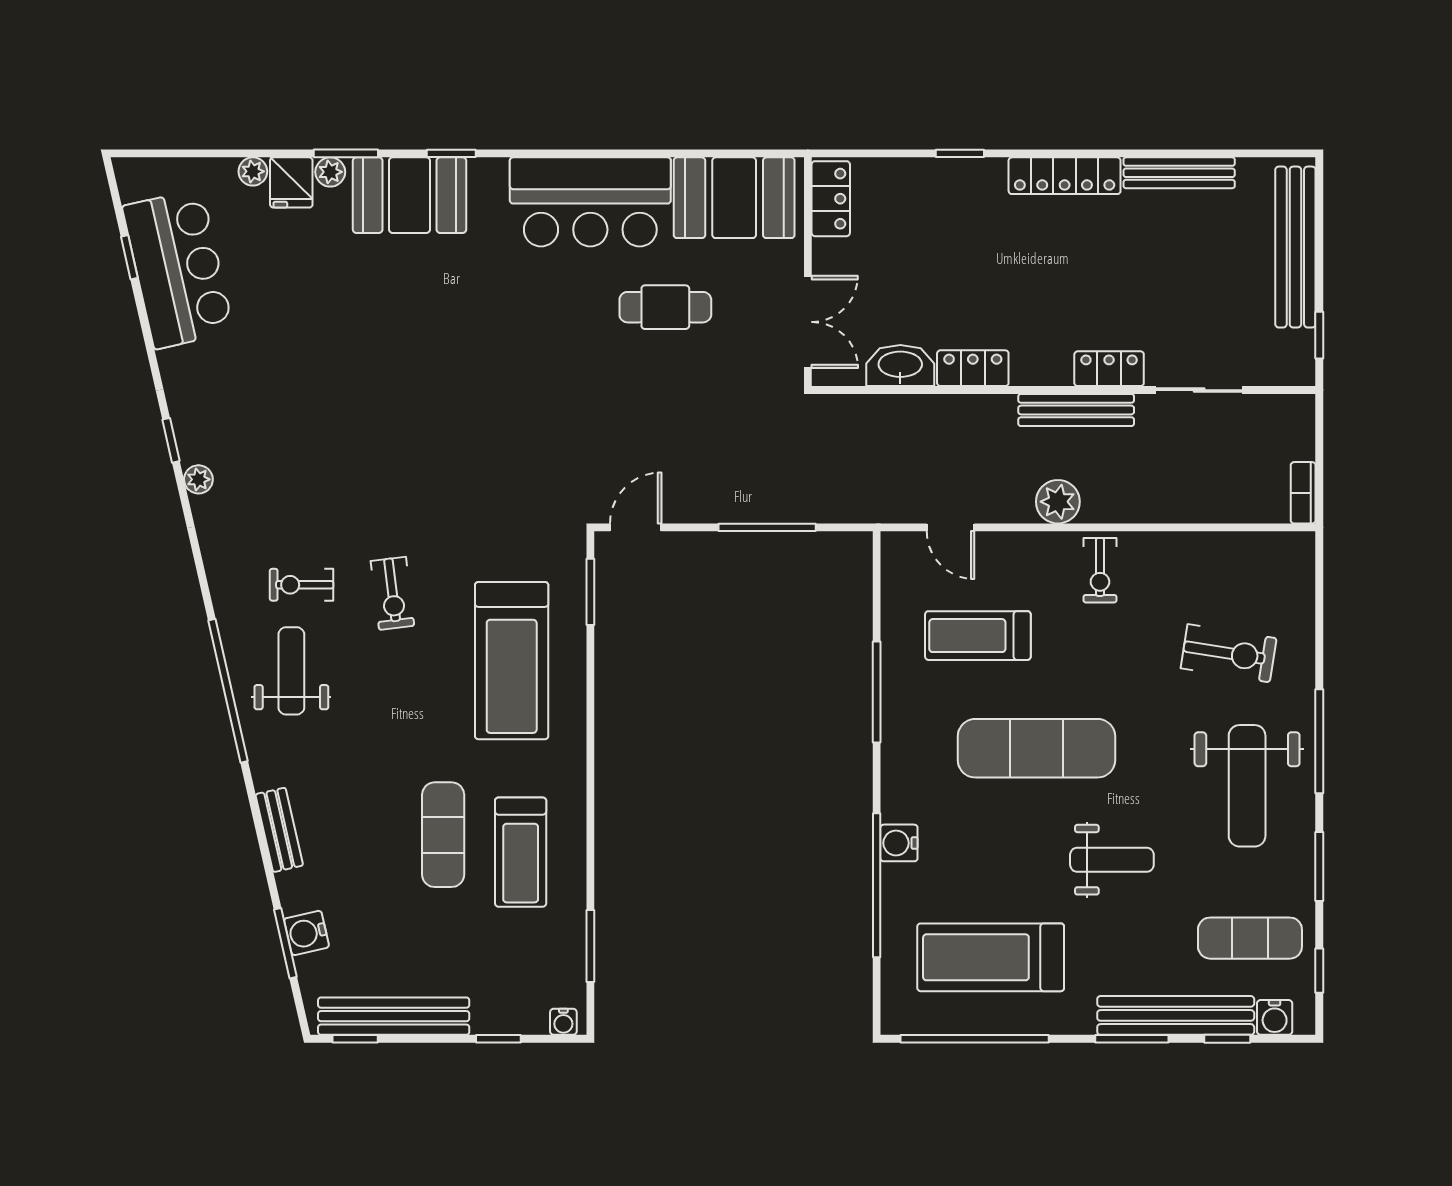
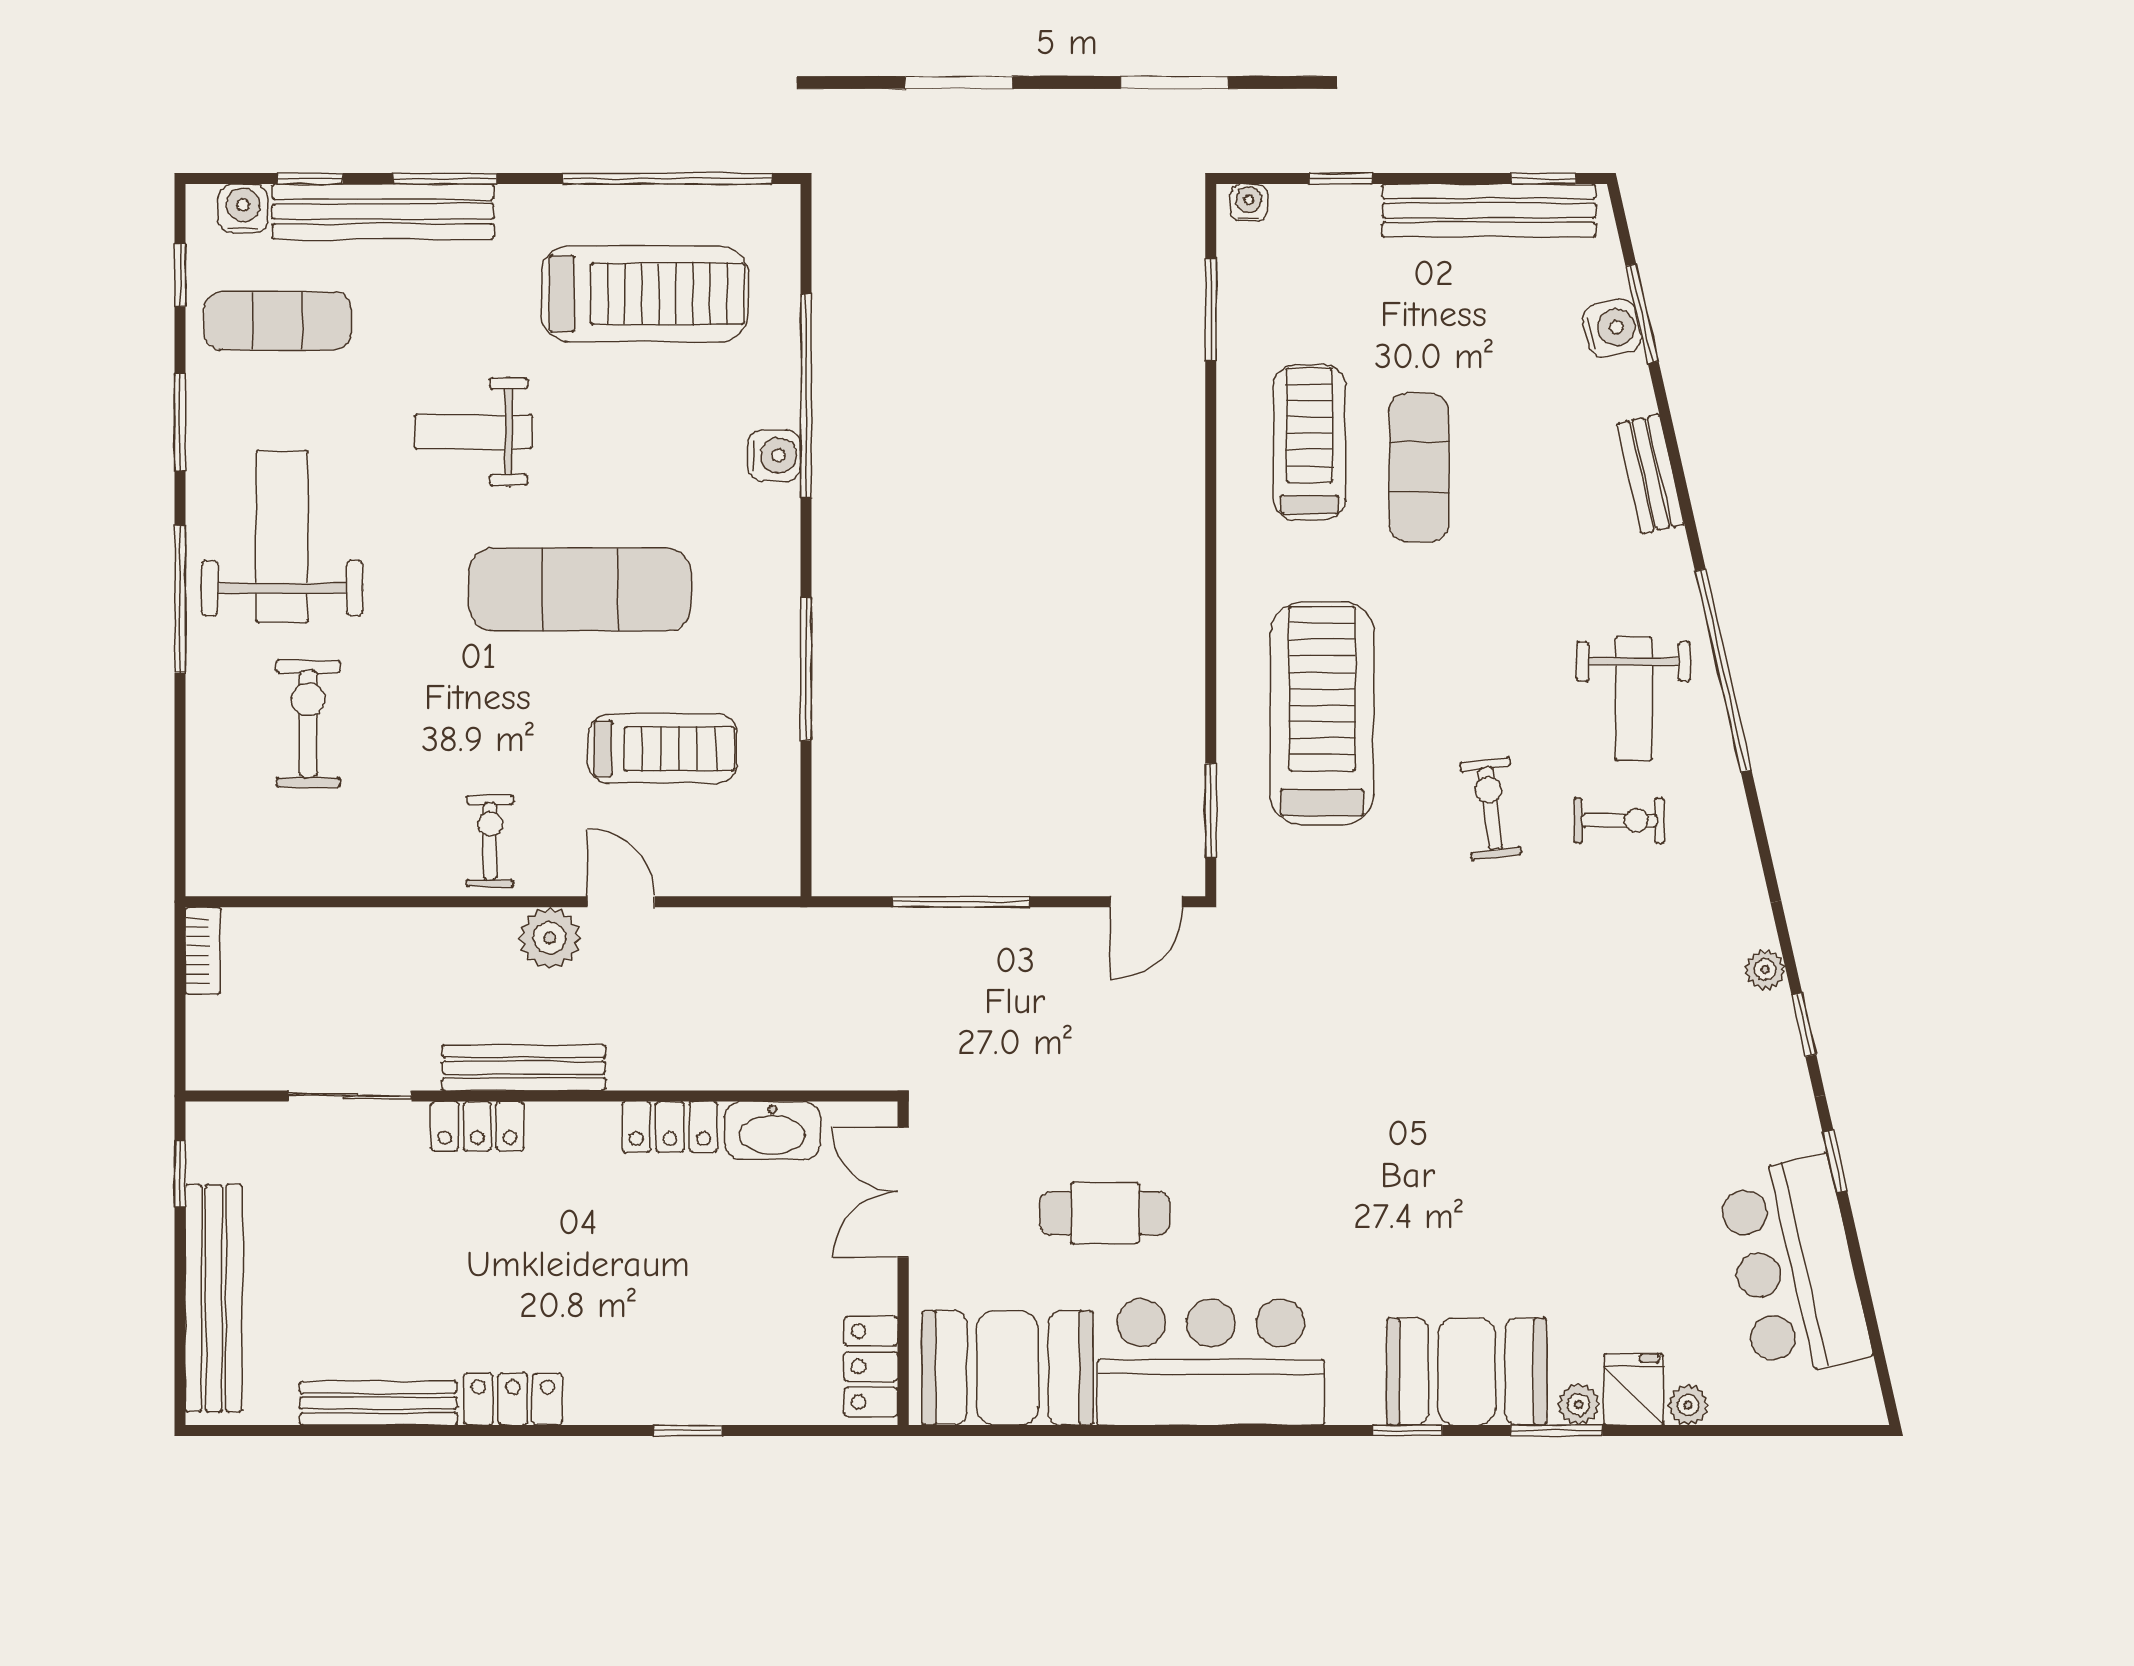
locker: (1065, 176) -> (513, 1399), width x0.66
window: (129, 257) -> (1835, 1161), moved
door: (950, 527) -> (621, 902), moved
exercise bike: (1229, 653) -> (308, 724), turned 81

